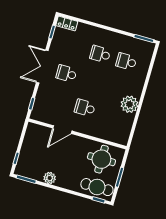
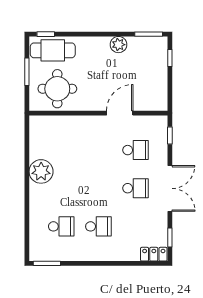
school desk: (85, 108) -> (135, 150), moved

